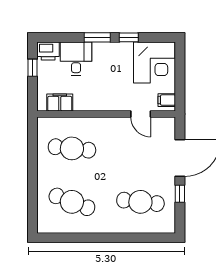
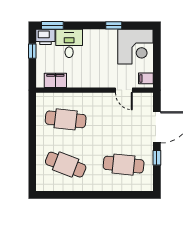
window: (97, 37) -> (52, 25), moved

